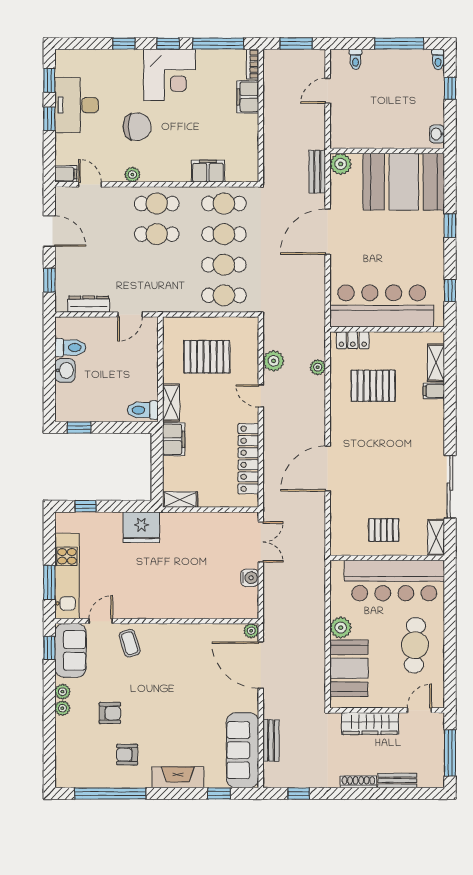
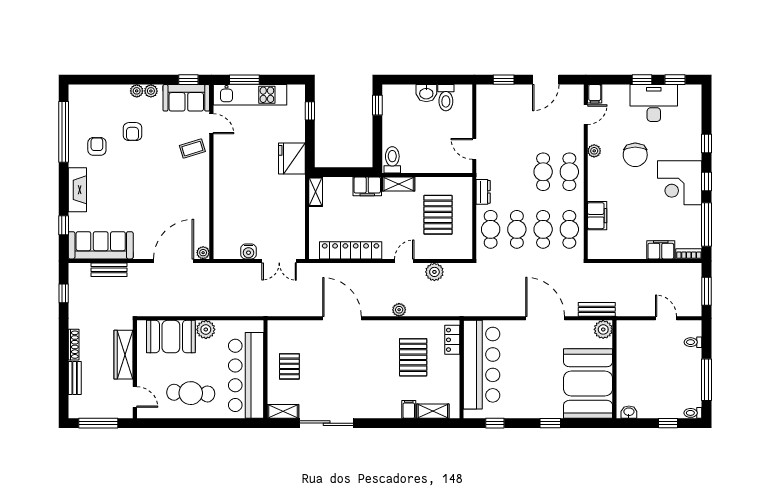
dresser: (89, 304) -> (483, 192), moved, width x0.70
plant: (318, 367) -> (399, 310), moved

